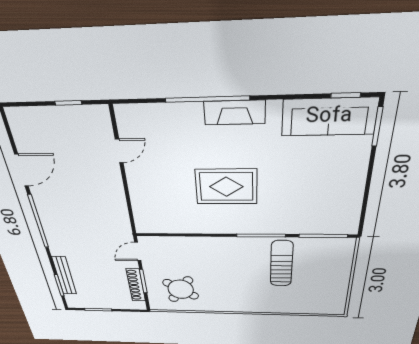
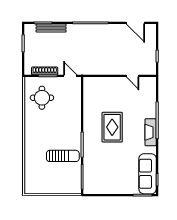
door: (21, 170) -> (135, 23), moved
round table: (181, 289) -> (42, 98), turned -34

